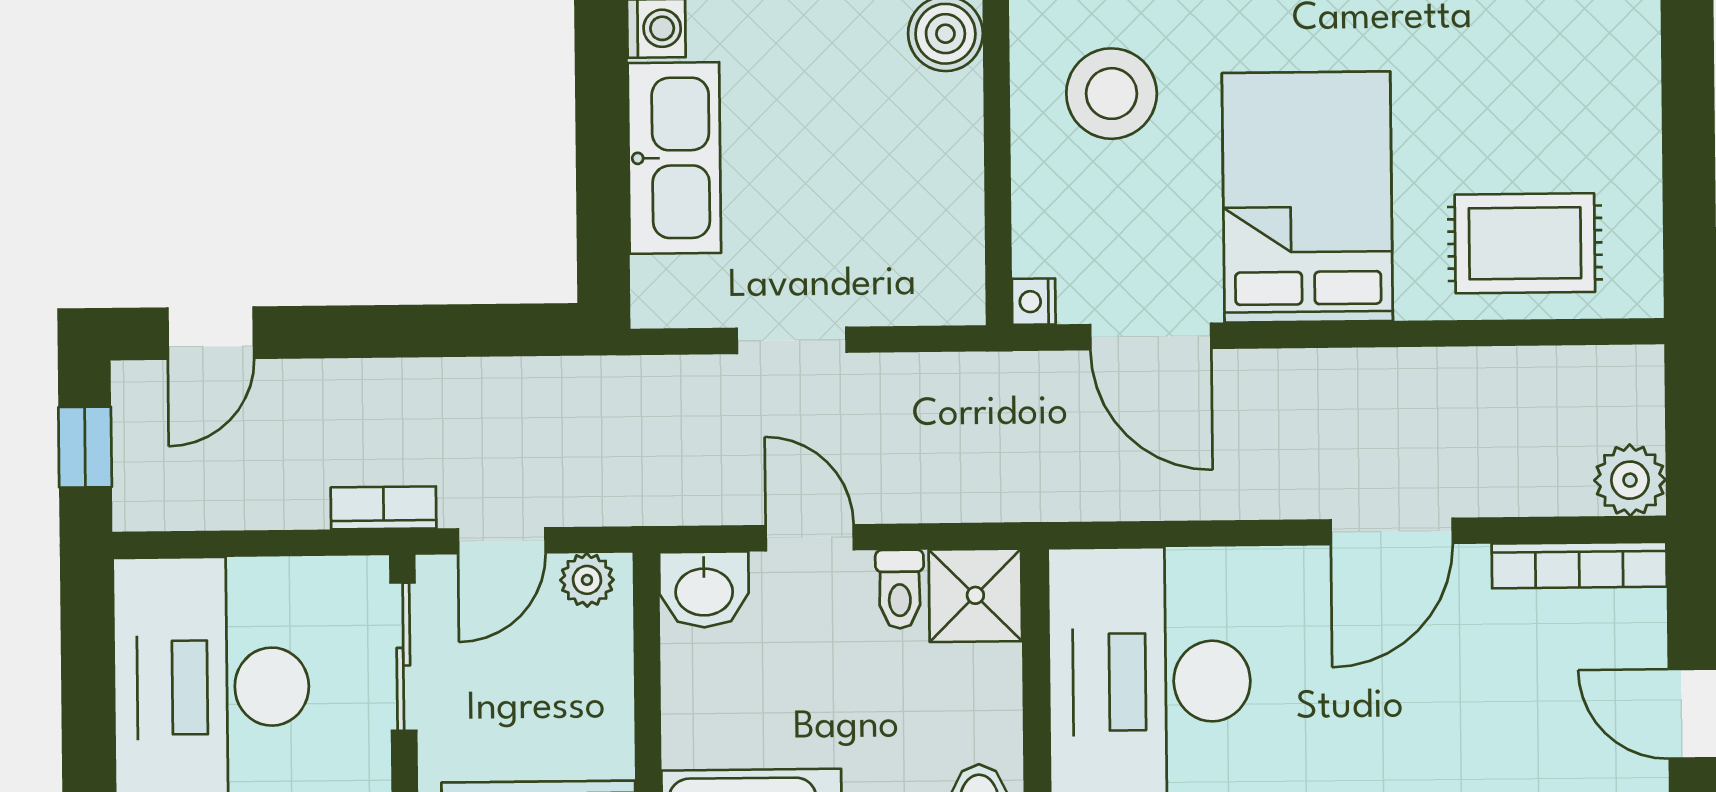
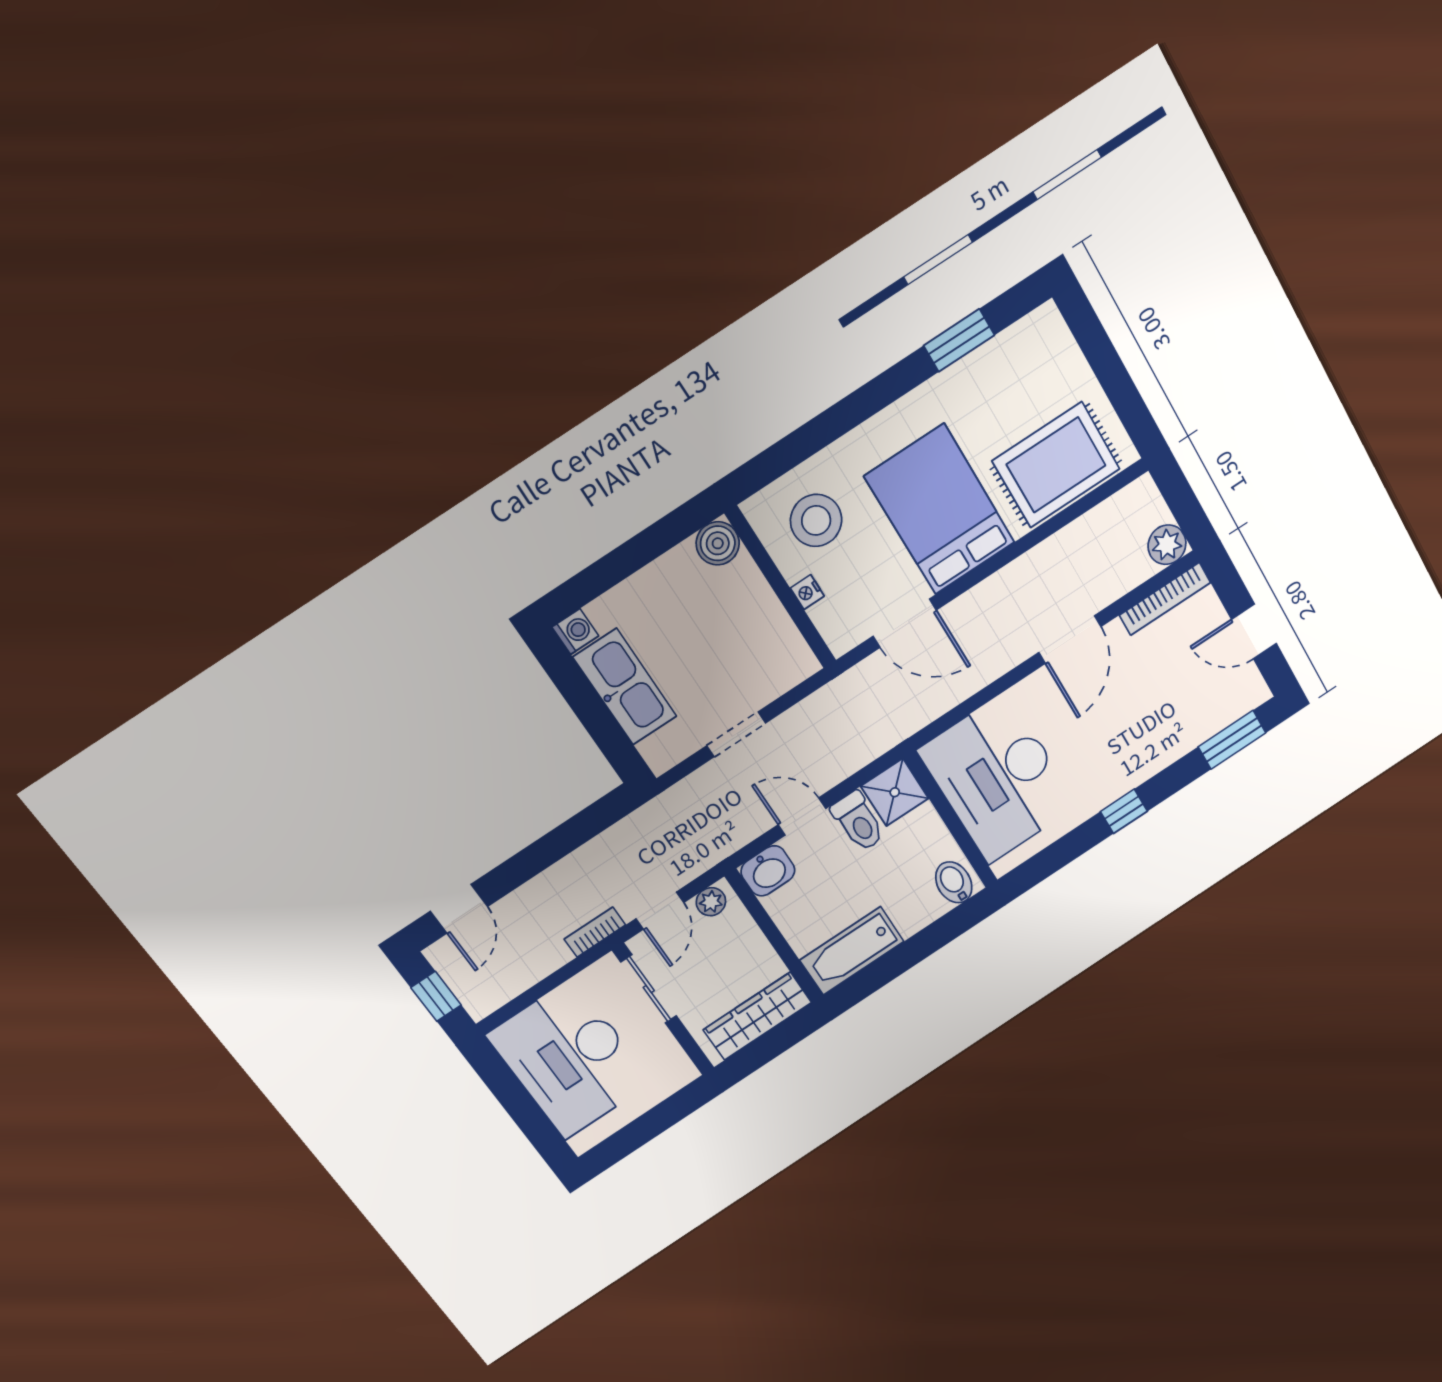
rug: (1525, 243) -> (1056, 465), width x1.36, depth x1.43
nightstand: (1034, 302) -> (807, 592), moved
toilet: (900, 589) -> (858, 821), width x1.37, depth x1.39

